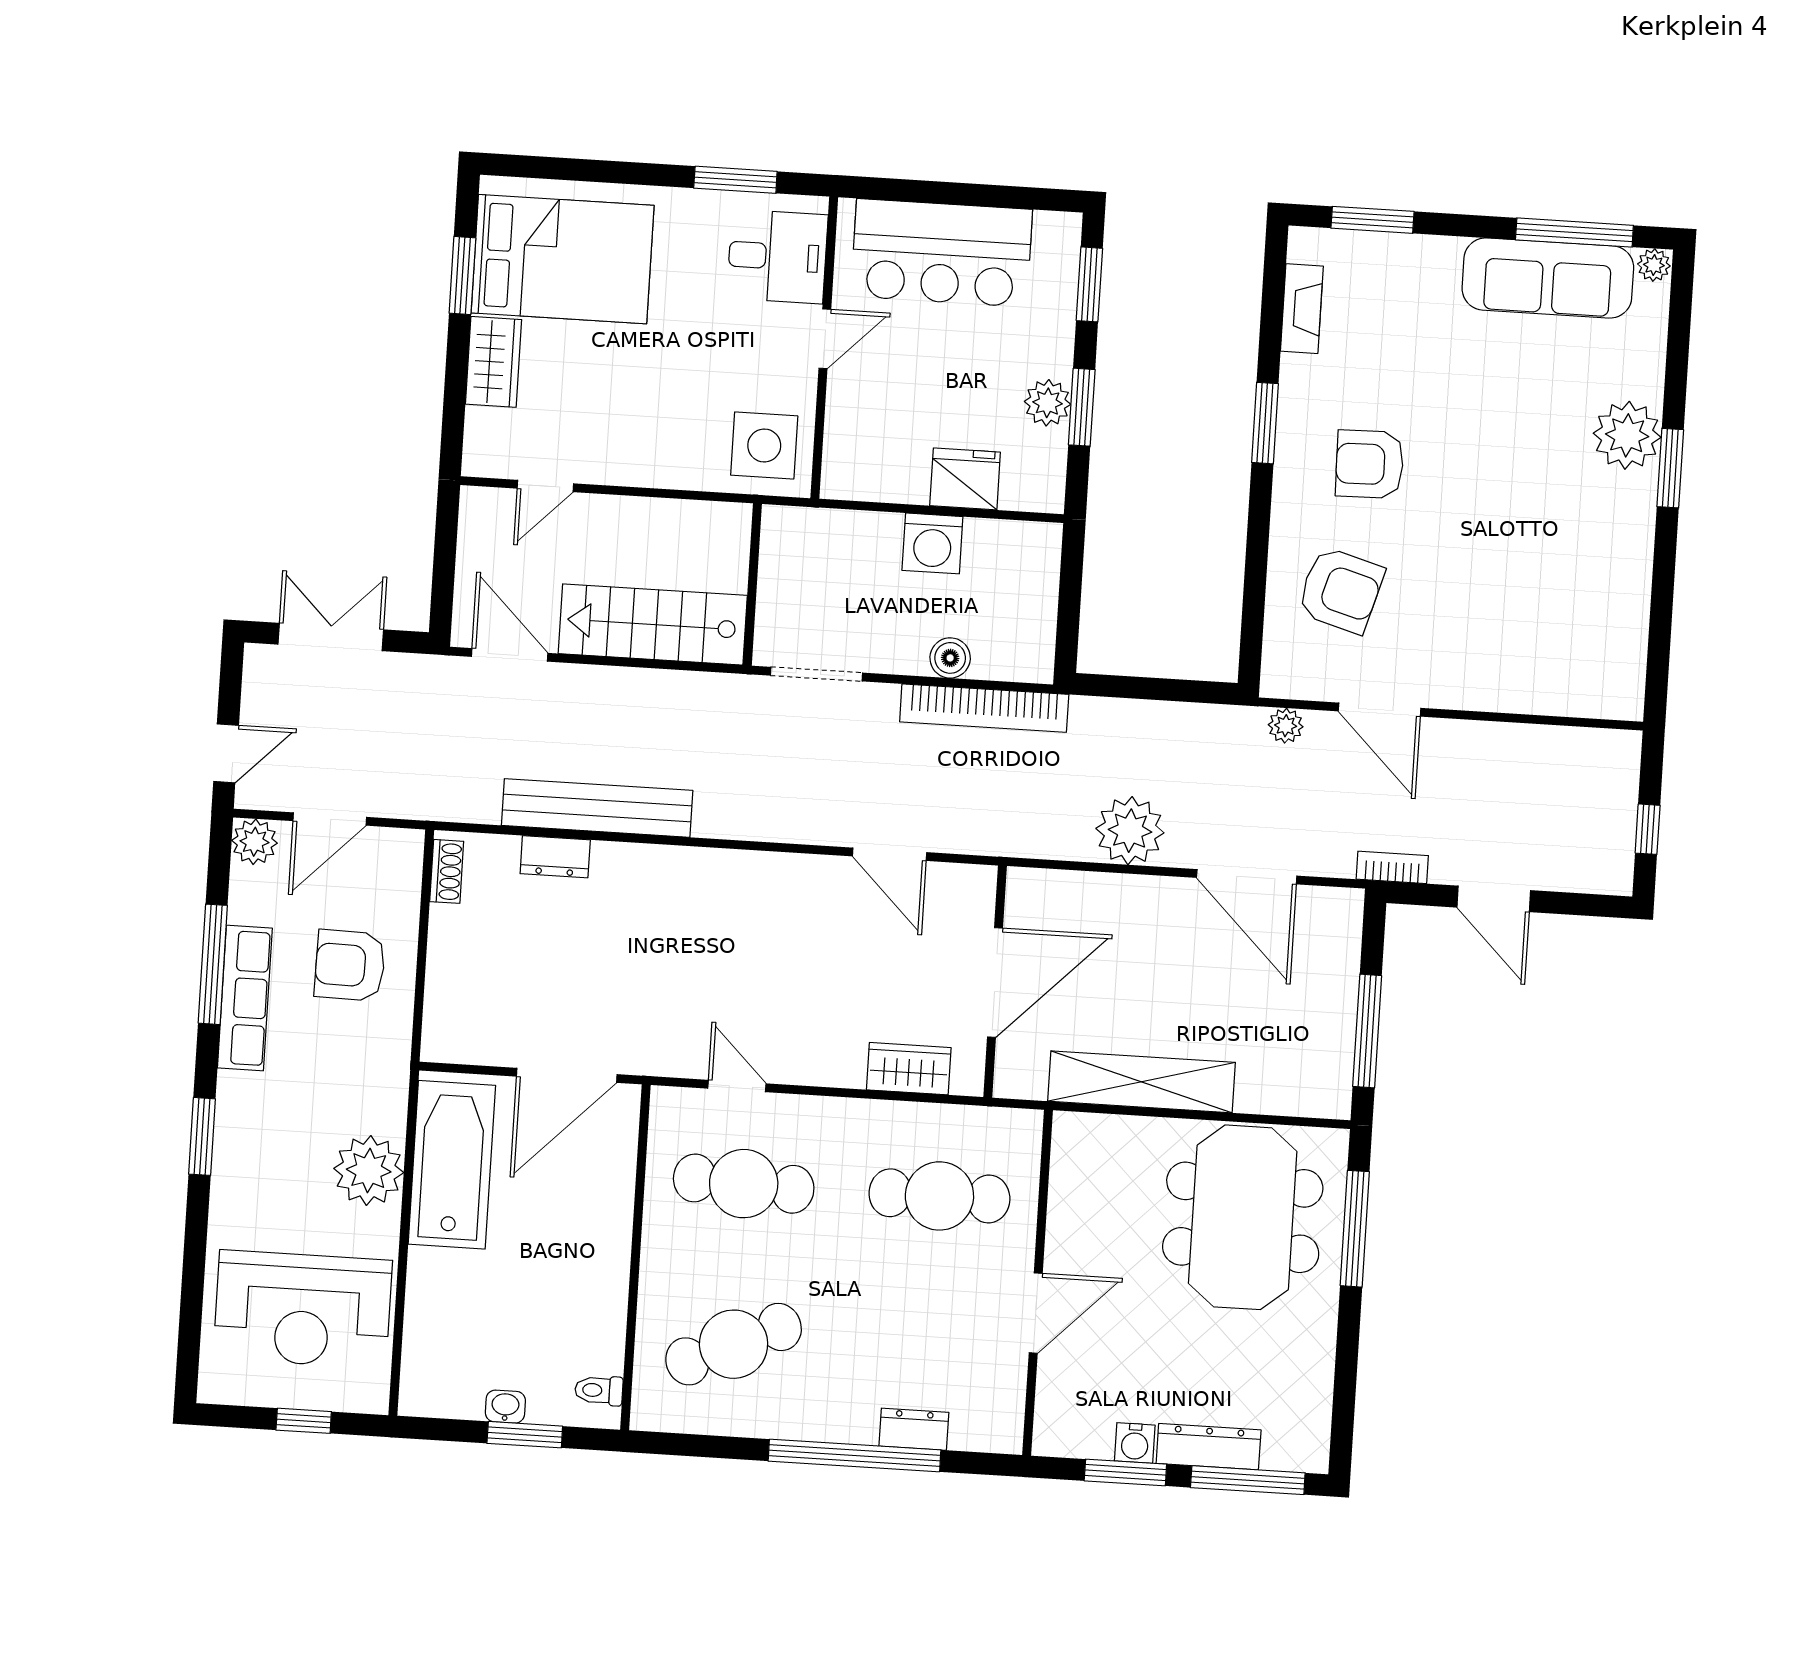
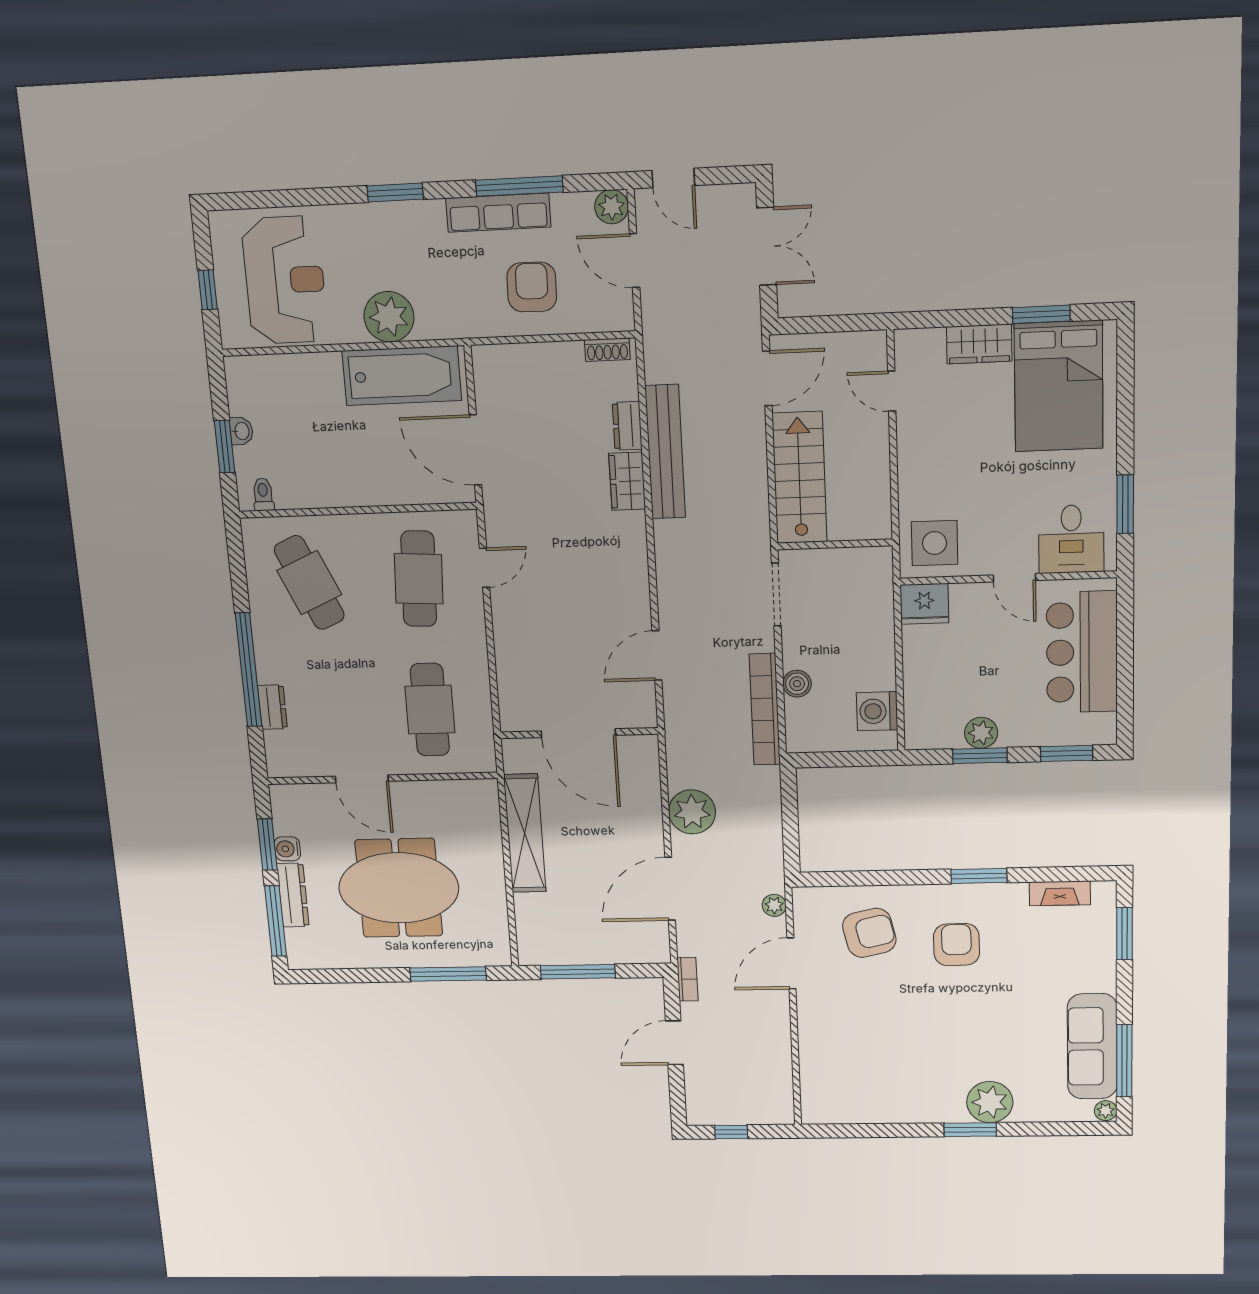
fridge: (965, 479) -> (924, 604), moved, turned 90
washing machine: (932, 543) -> (877, 711), moved
armchair: (1341, 590) -> (869, 933), turned -119
wardrobe: (909, 1069) -> (627, 481), moved, turned 180
meeting table: (1243, 1217) -> (399, 888), moved
reception desk: (303, 1309) -> (285, 280), turned 180

